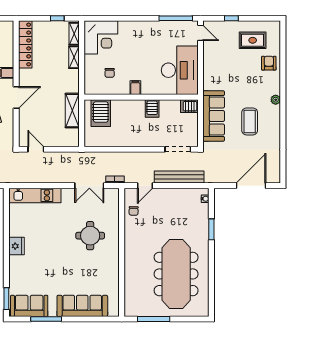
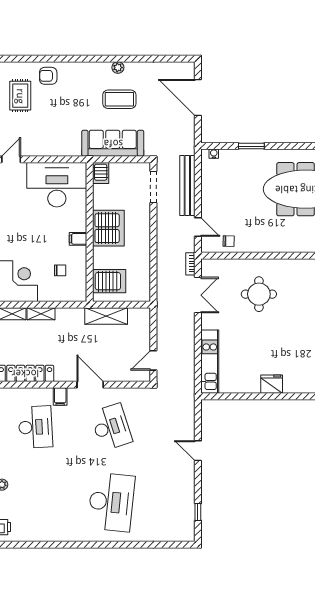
plant: (276, 100) -> (118, 68), moved
server rack: (152, 108) -> (108, 228), width x2.18, depth x1.44

